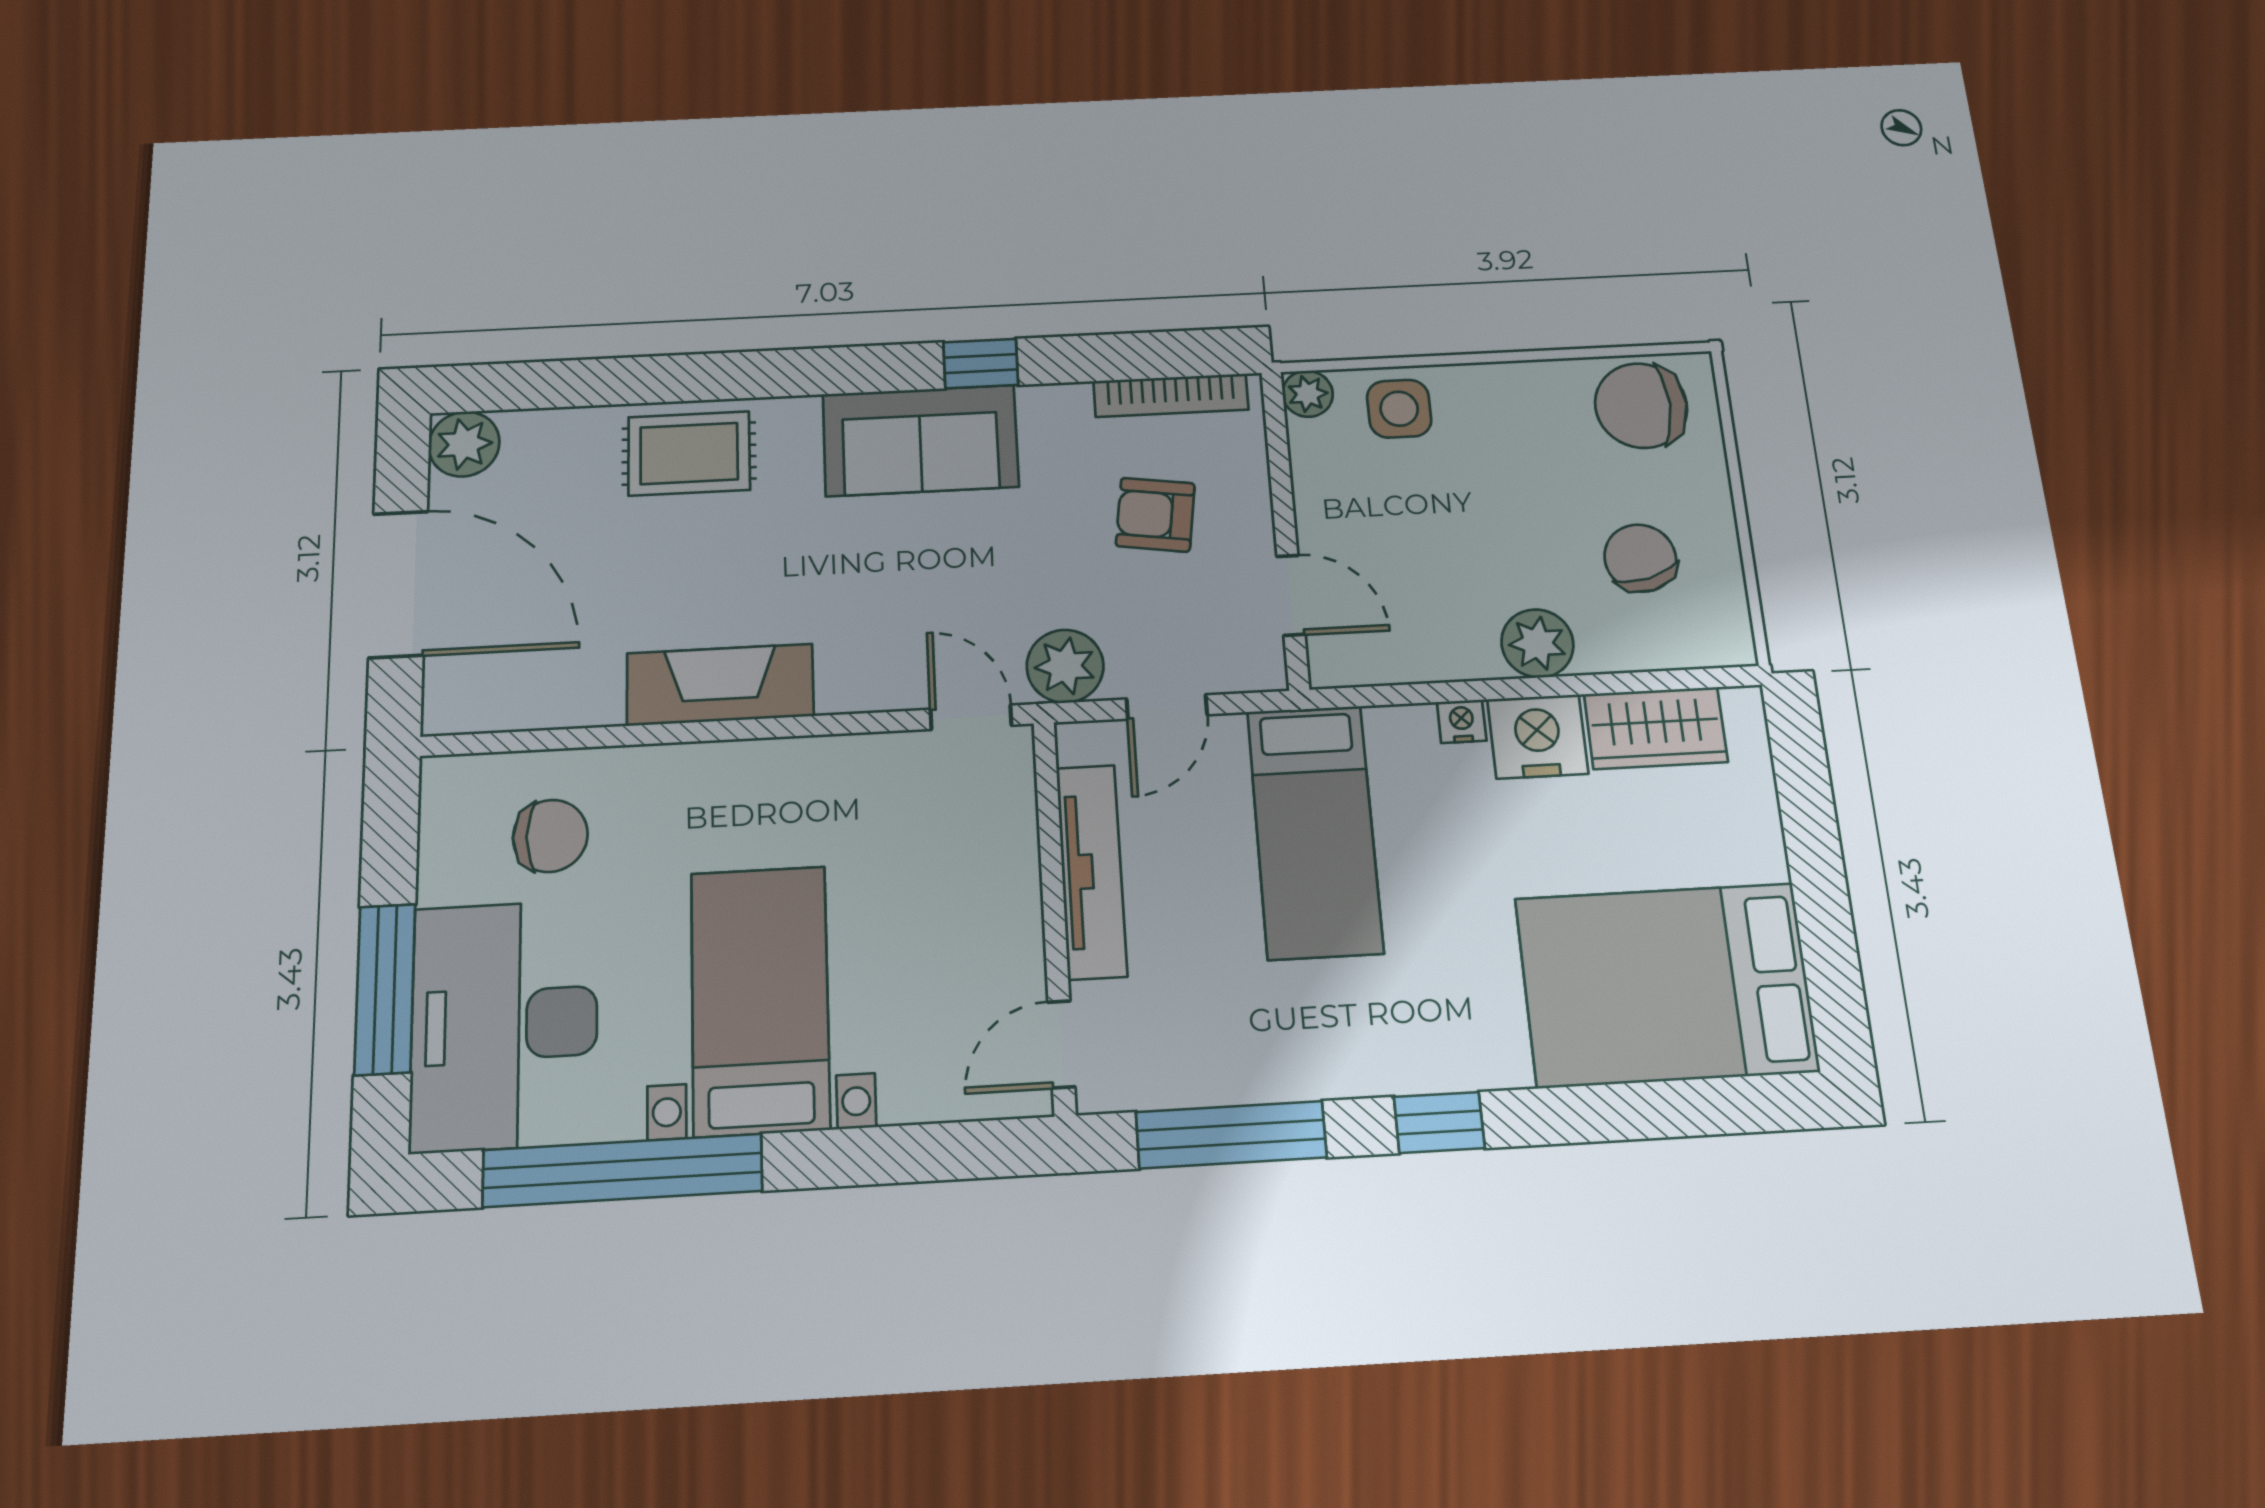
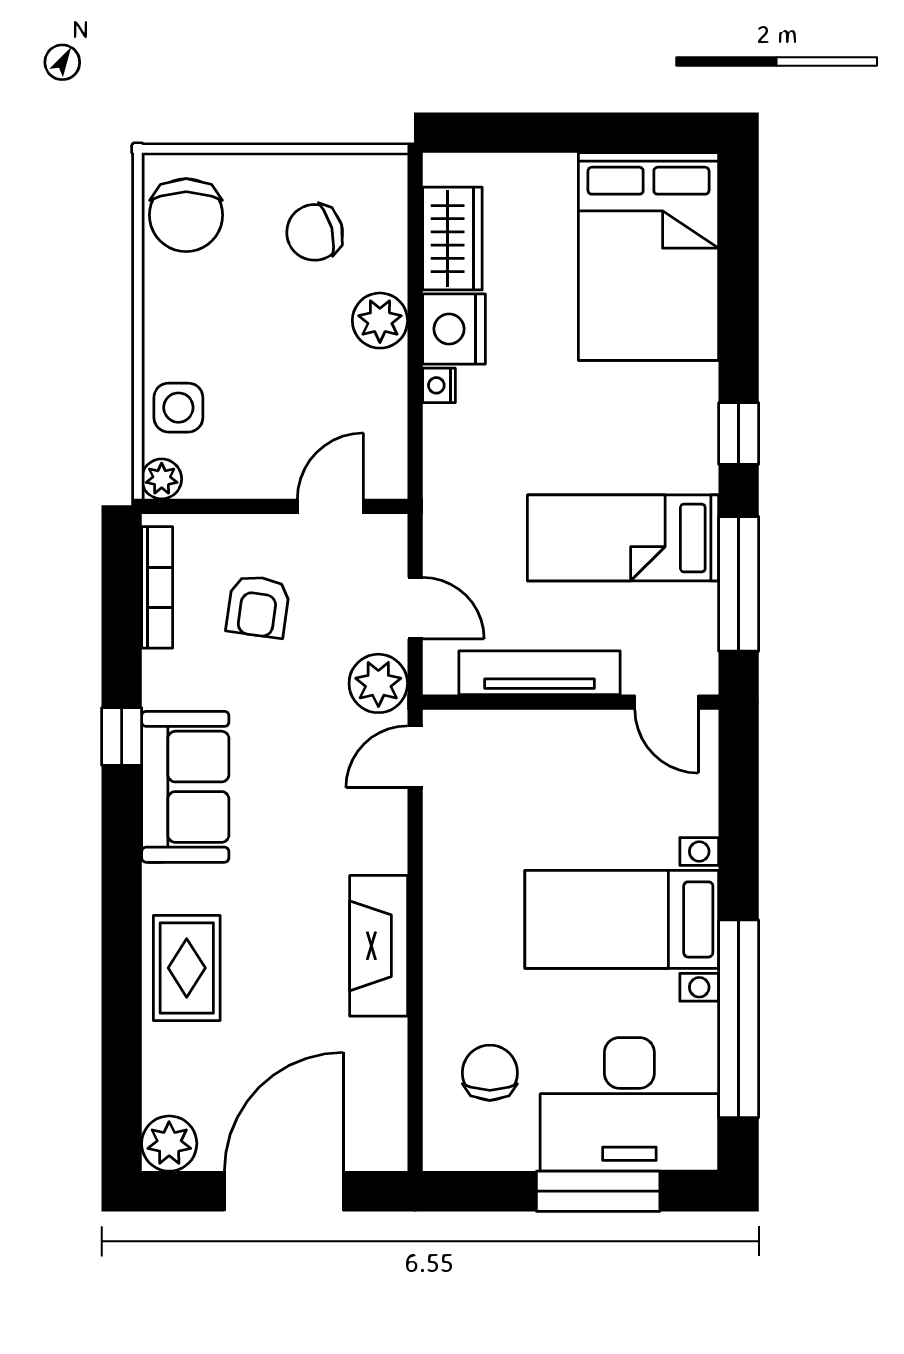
bed: (1315, 831) -> (623, 538), moved, turned 180

